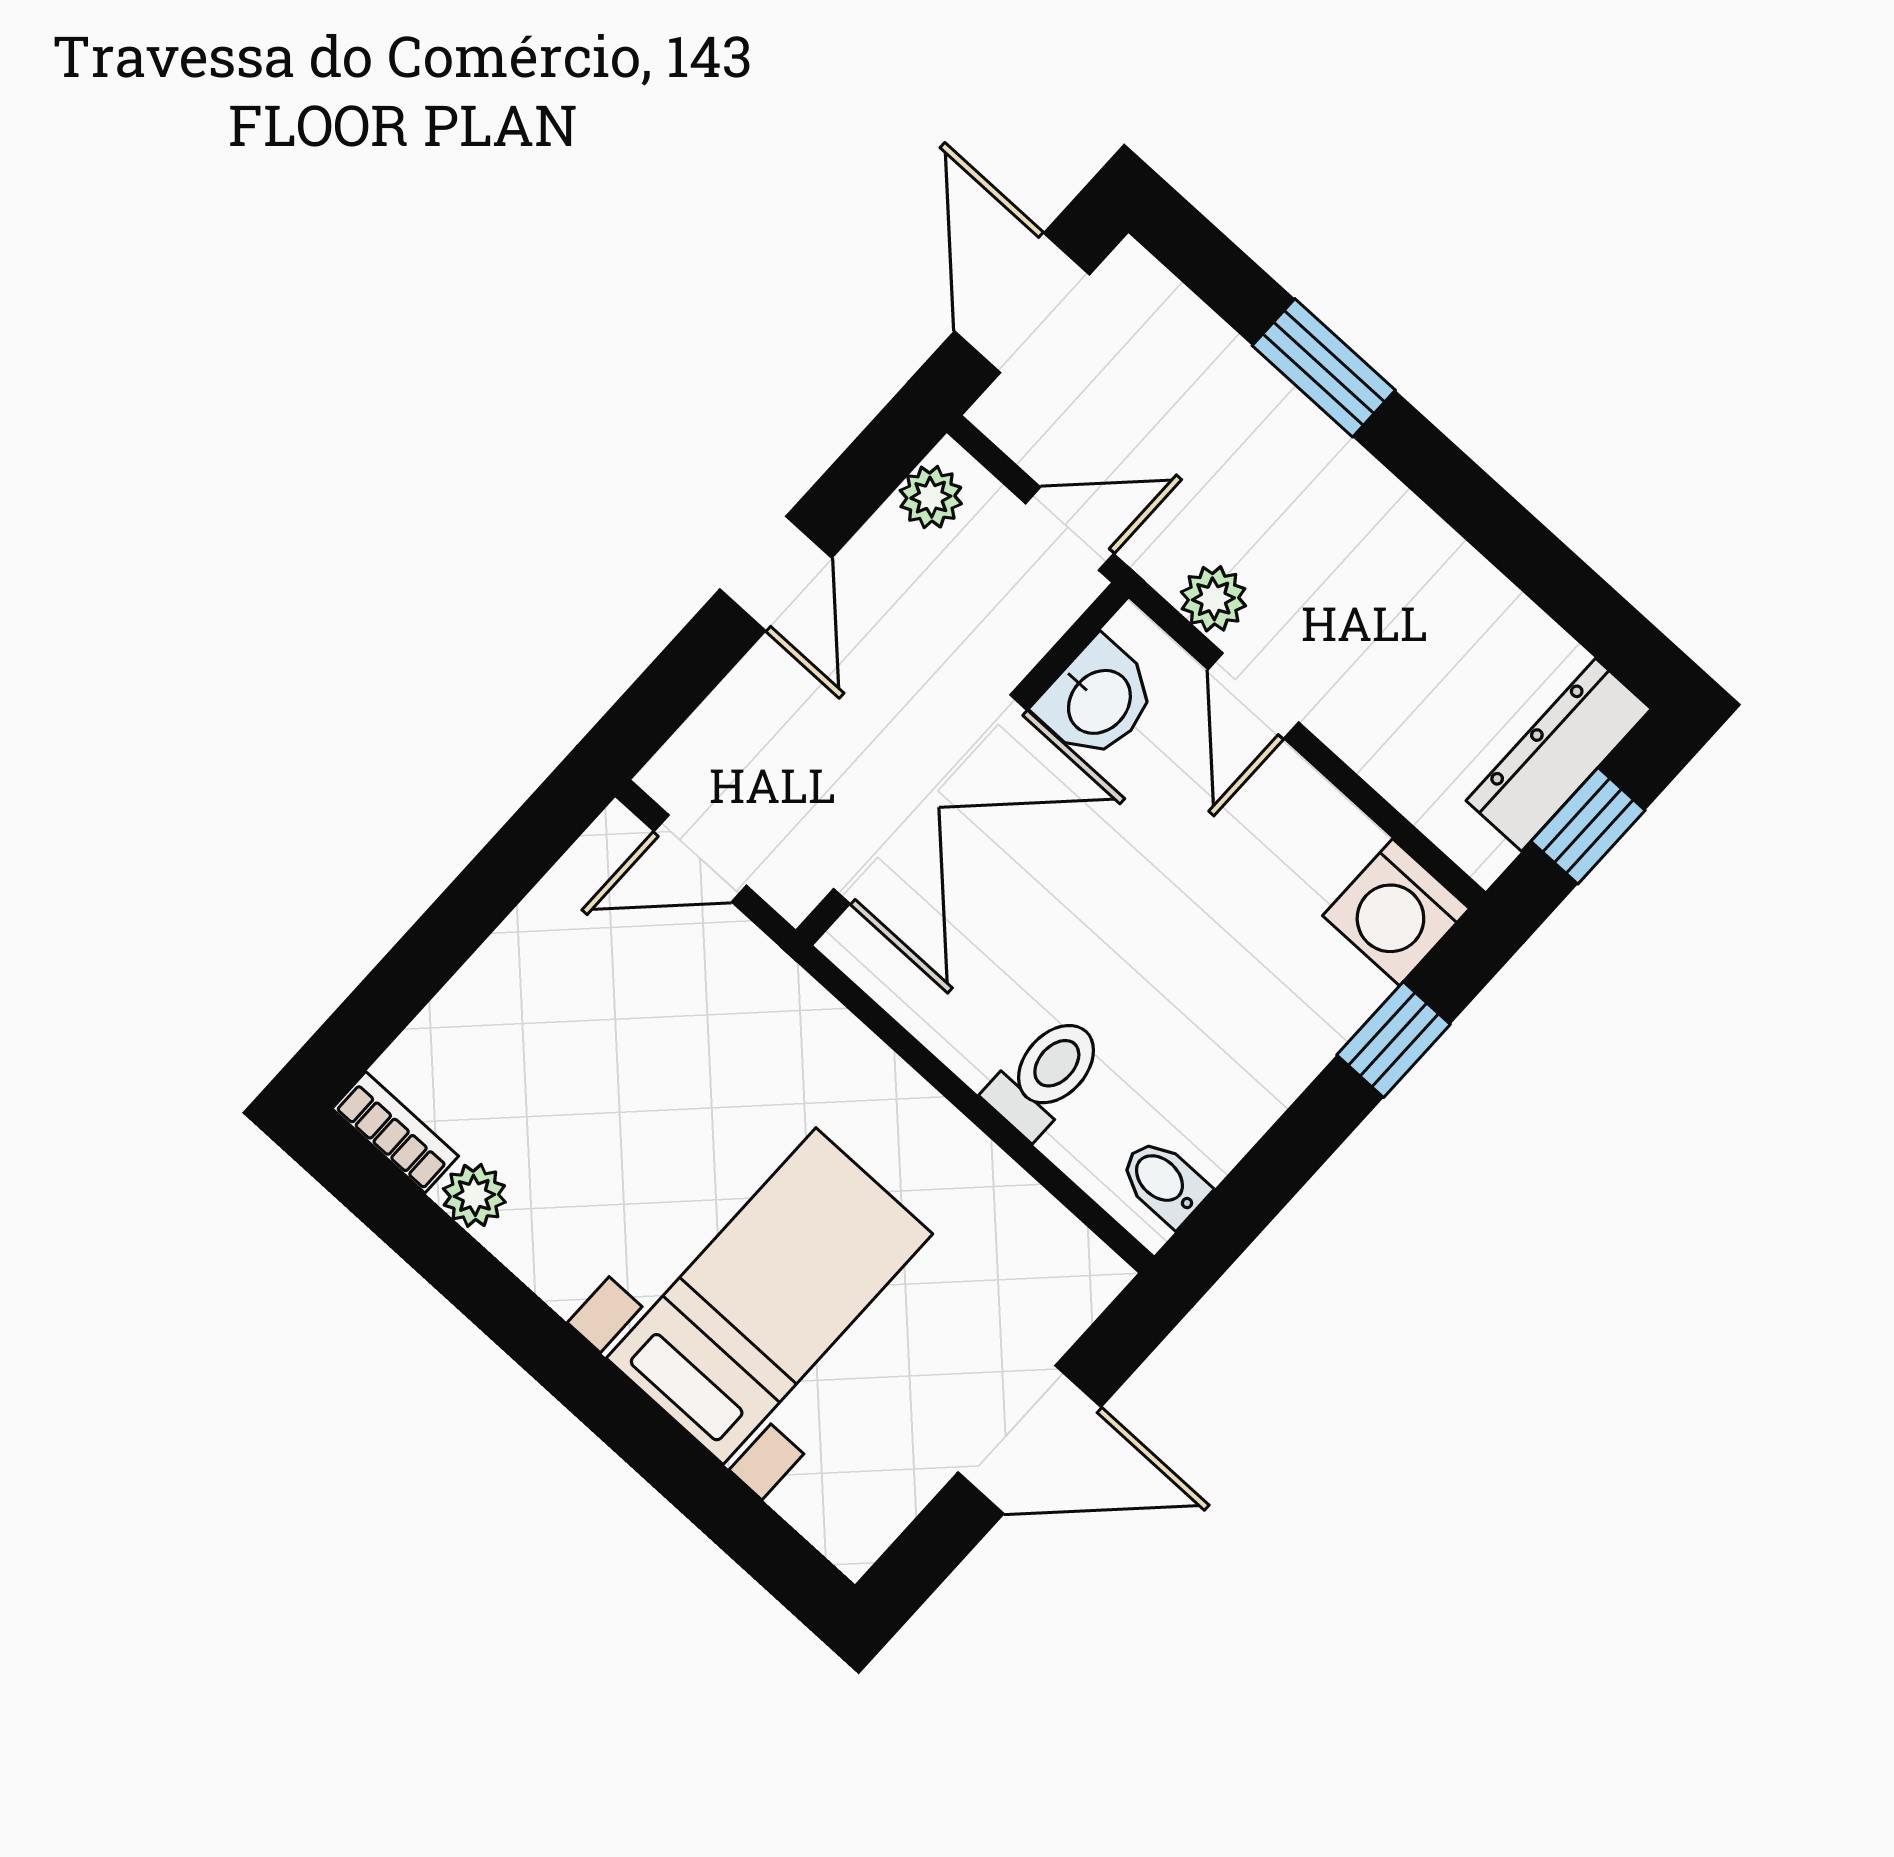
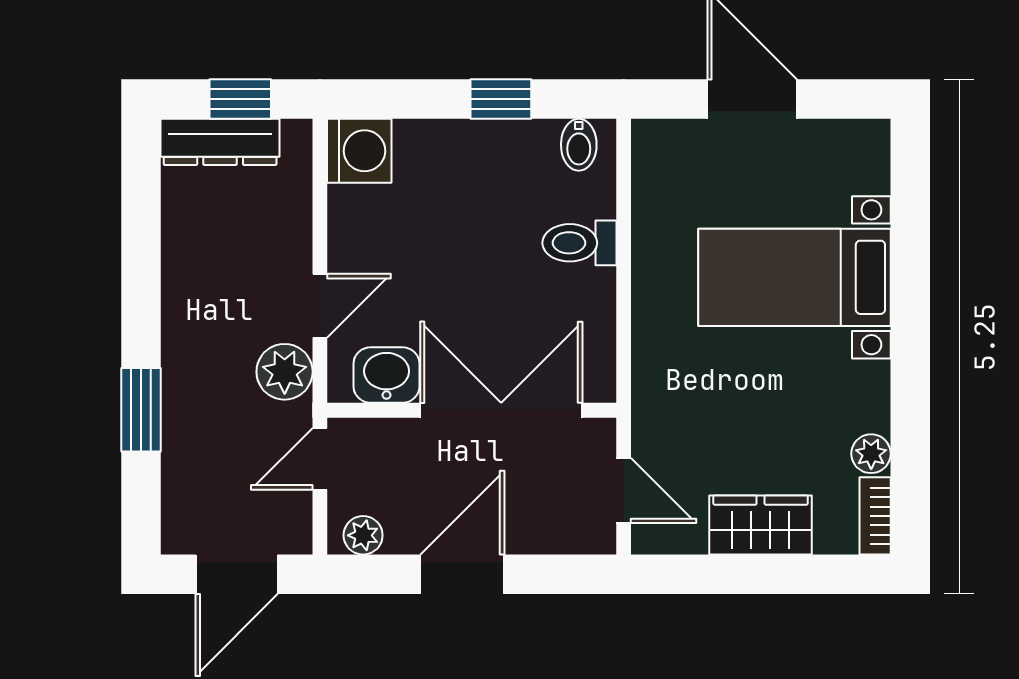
door: (1070, 529) -> (320, 459), hinge flipped
door: (776, 574) -> (462, 574), width x1.37
plant: (1213, 599) -> (285, 372), width x1.38, depth x1.38
wardrobe: (509, 985) -> (761, 525), added
window: (1394, 1040) -> (501, 99), moved

